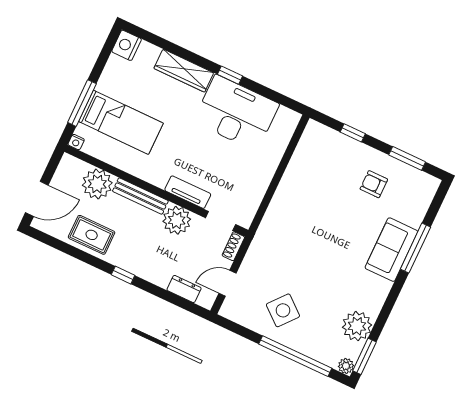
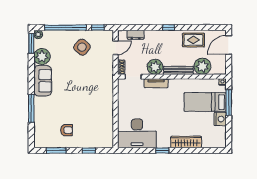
nightstand: (127, 45) -> (220, 119), moved
desk: (236, 113) -> (137, 133), moved
sofa: (391, 250) -> (43, 81), moved
window: (241, 331) -> (98, 28), added

